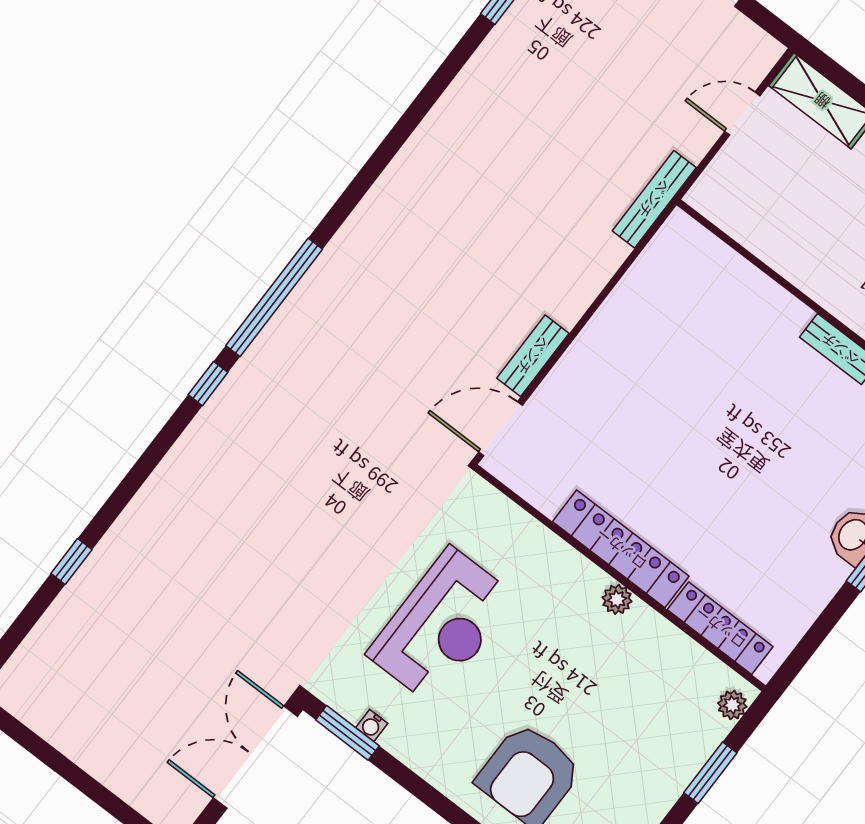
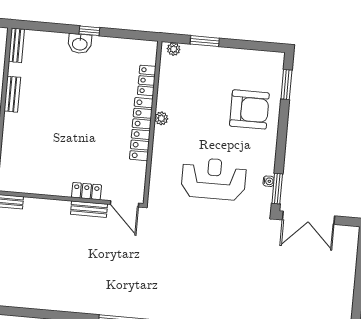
locker: (570, 373) -> (86, 191), added
locker: (720, 628) -> (147, 80), width x0.66

